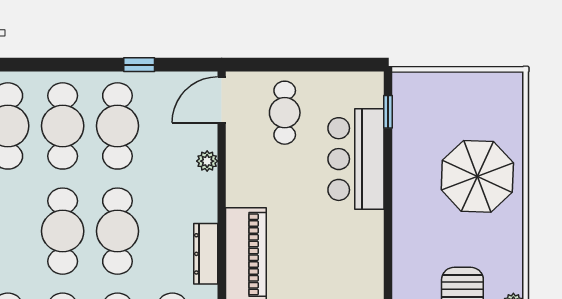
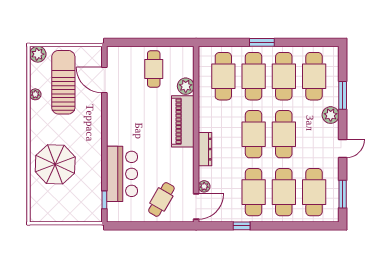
cafe table: (285, 113) -> (161, 199), turned 30
plant: (207, 161) -> (204, 186), moved
dresser: (206, 254) -> (205, 149), moved

